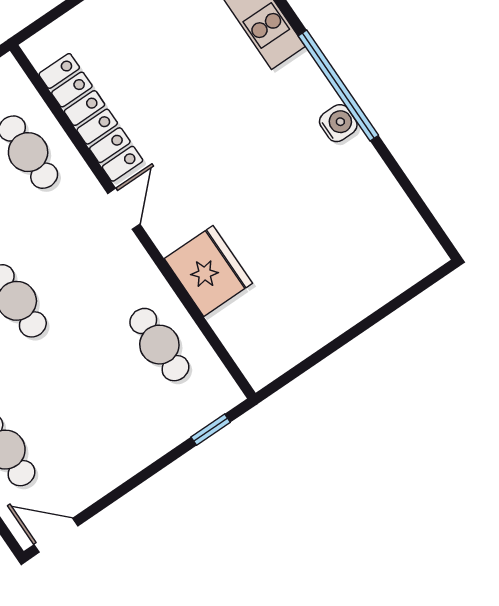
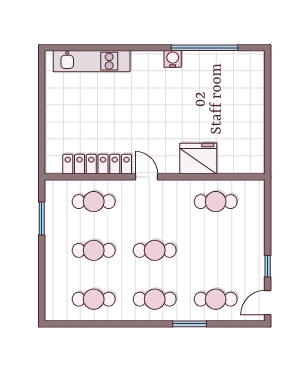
window: (338, 86) -> (204, 48), moved
window: (211, 430) -> (268, 266), moved

